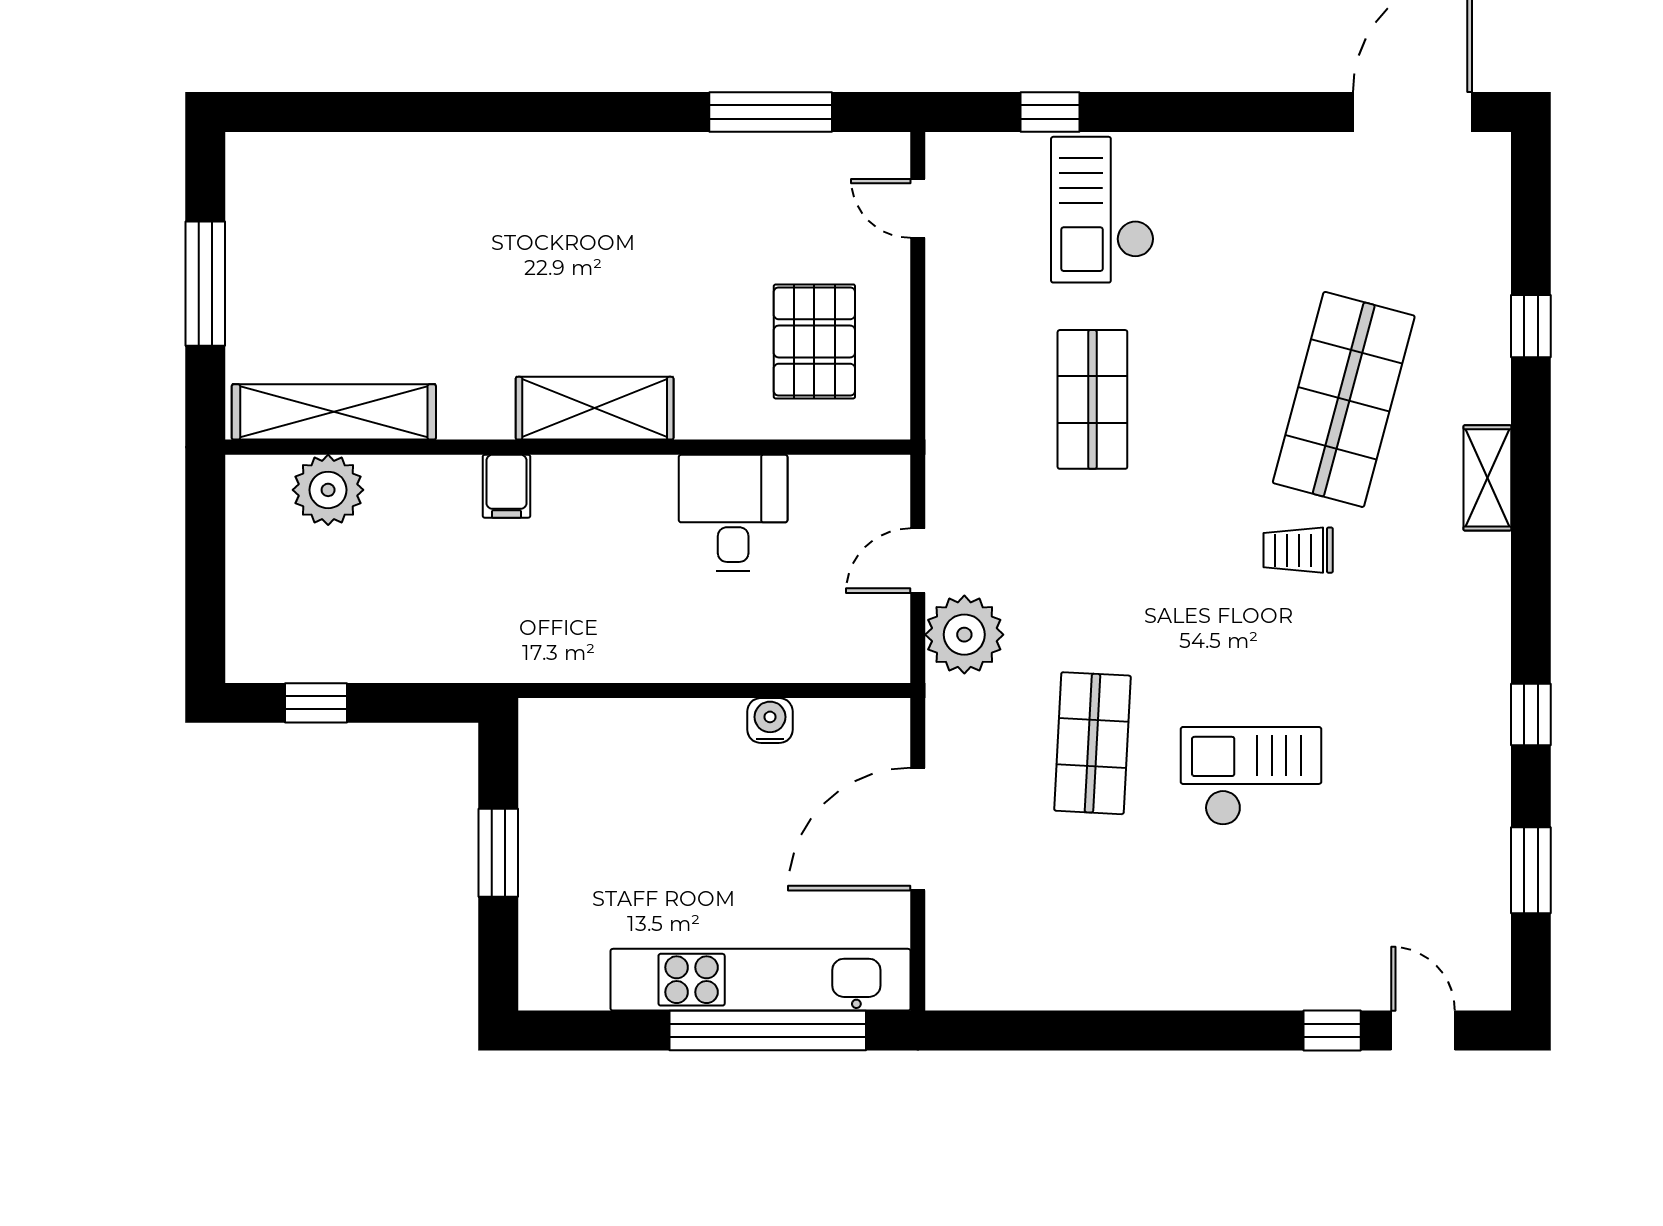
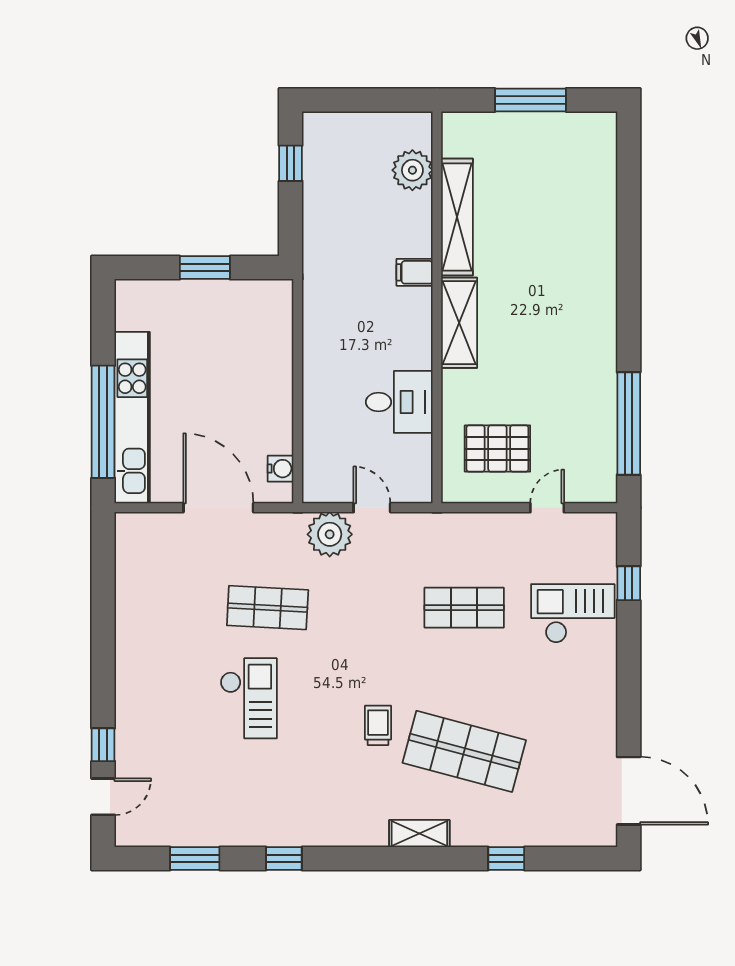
window: (771, 112) -> (629, 423), width x1.46
door: (918, 208) -> (547, 508), moved
shelving: (334, 412) -> (457, 217), moved
water cooler: (770, 721) -> (280, 469), moved

